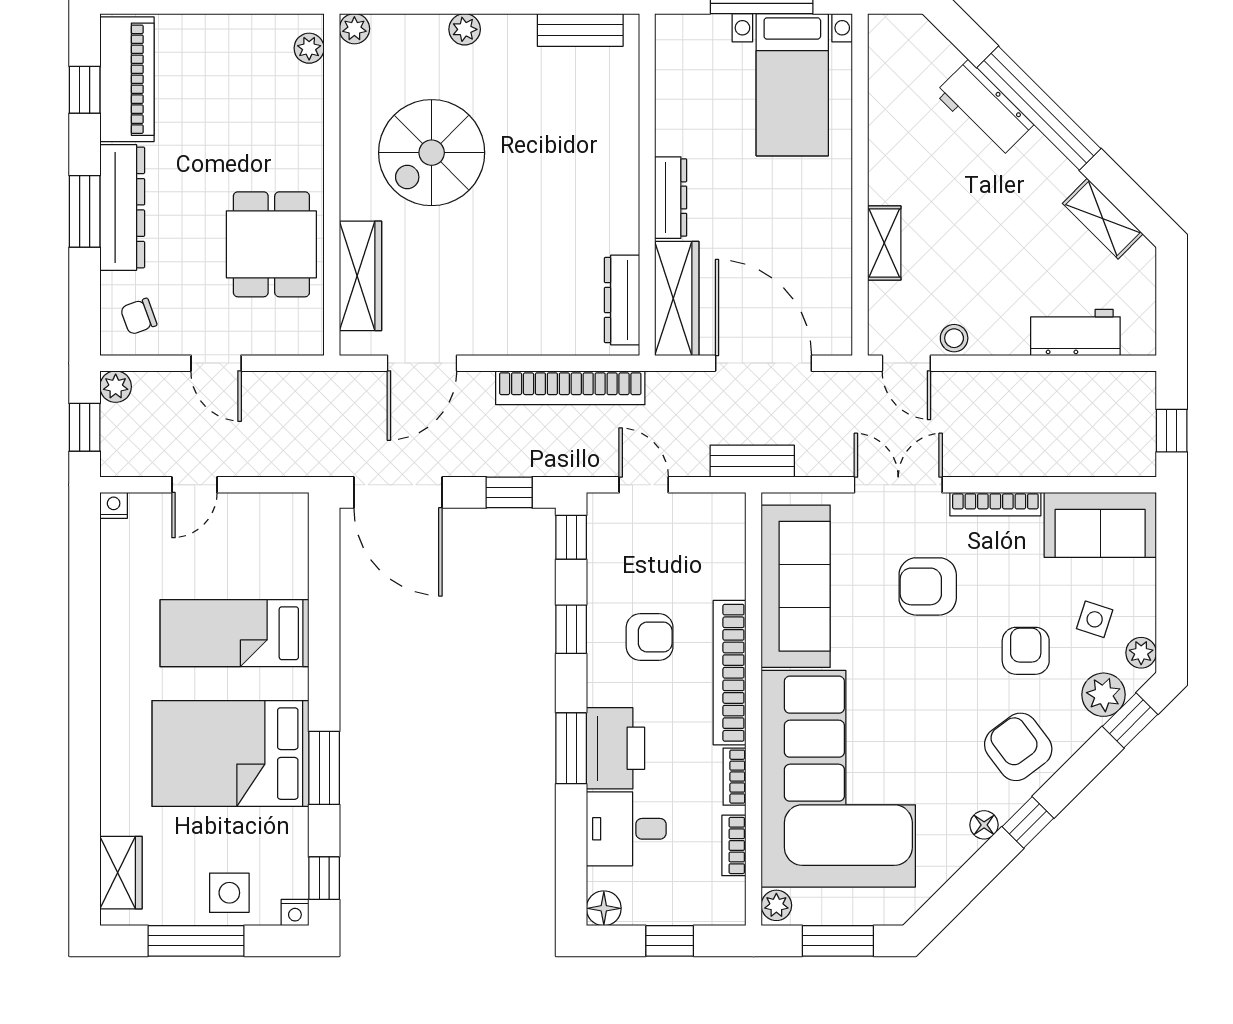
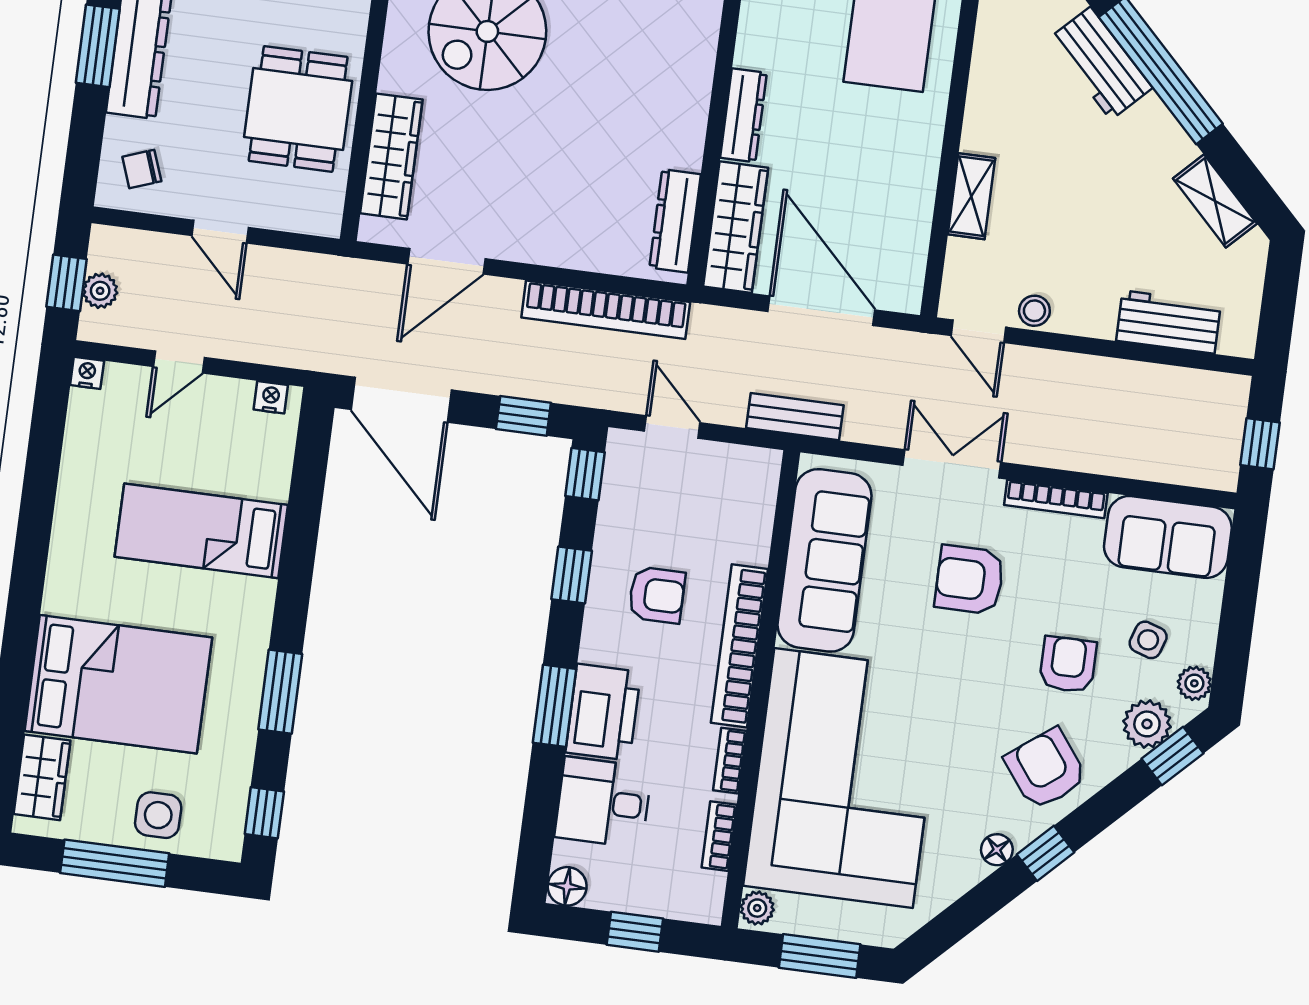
plant: (116, 387) -> (100, 291), moved
bed: (230, 754) -> (118, 684), moved, turned 180
nightstand: (295, 913) -> (271, 397), moved, turned 180

